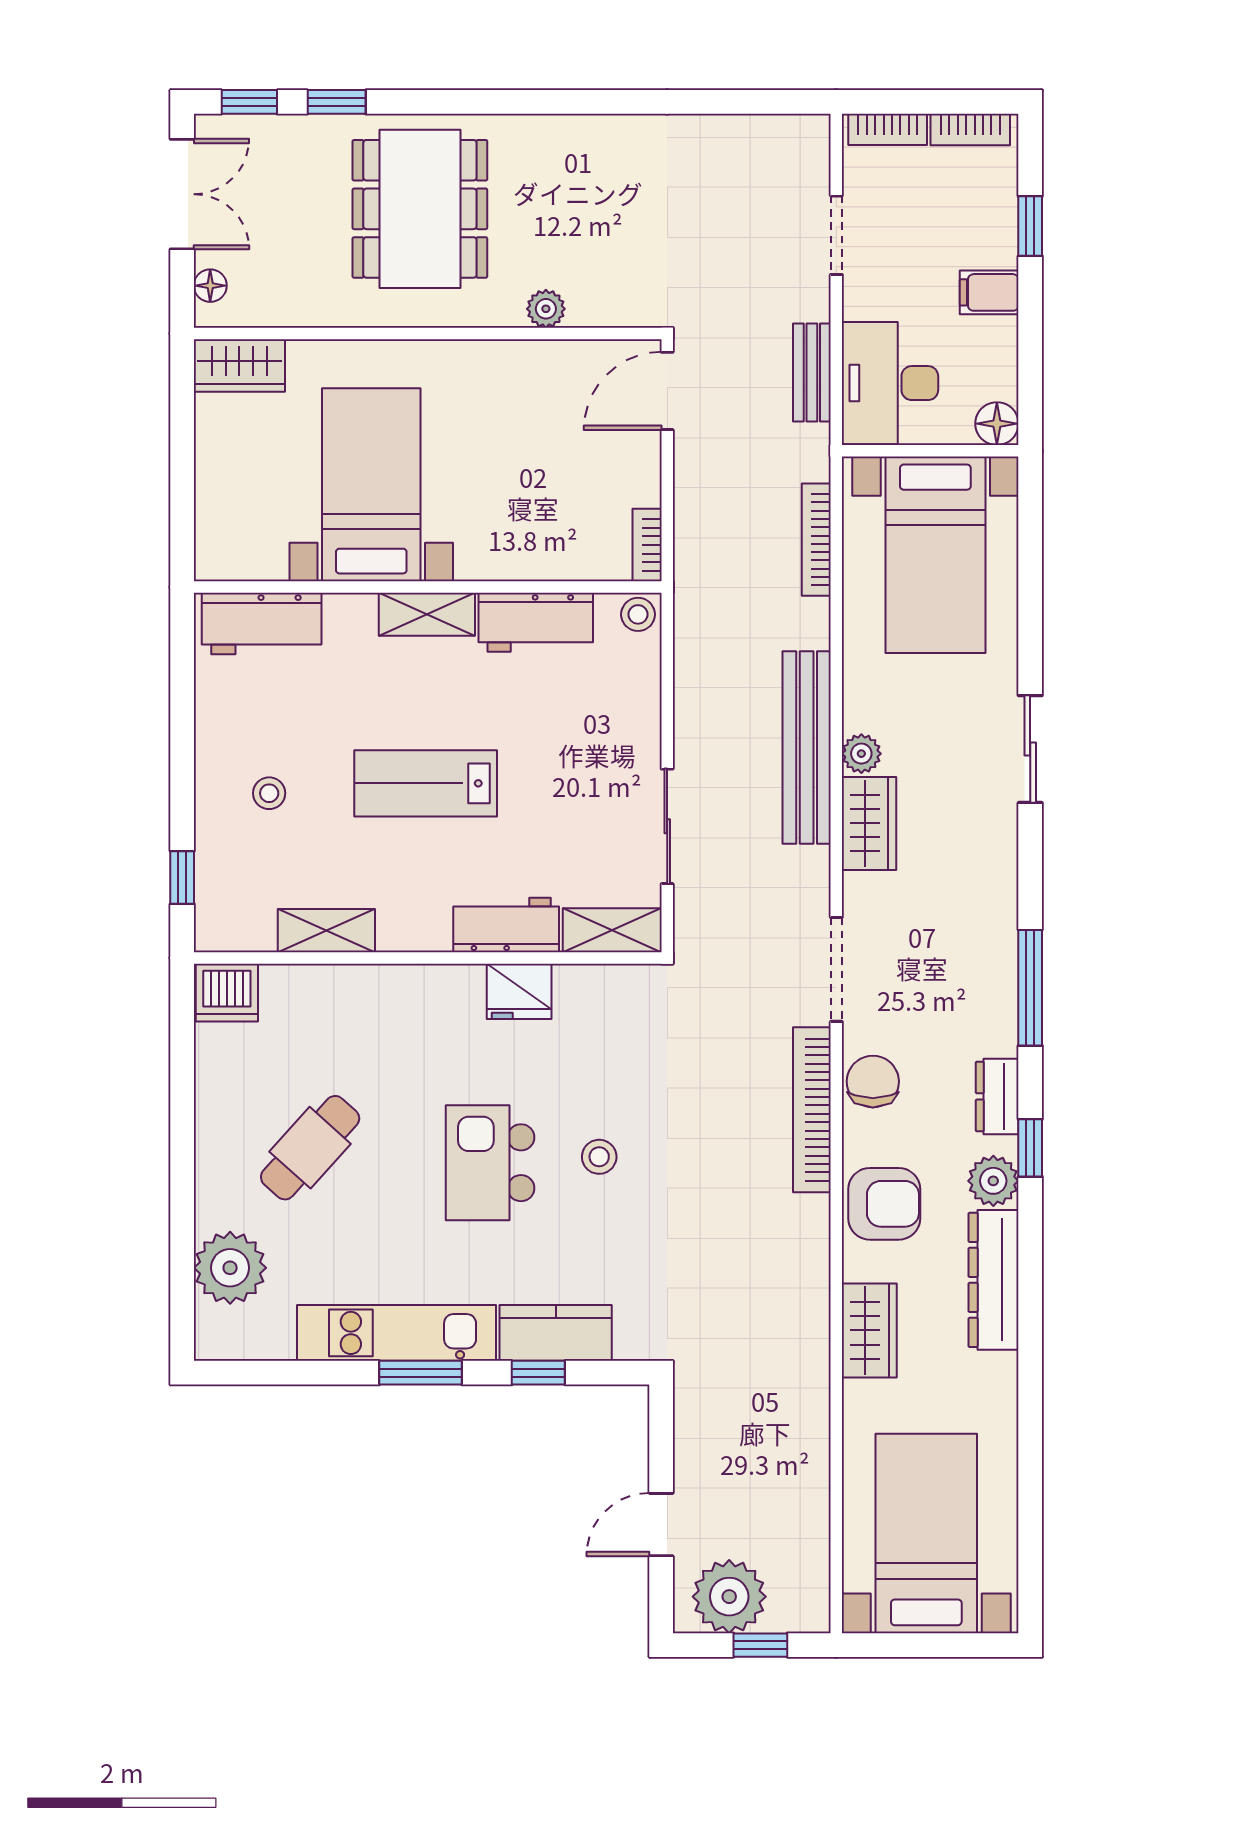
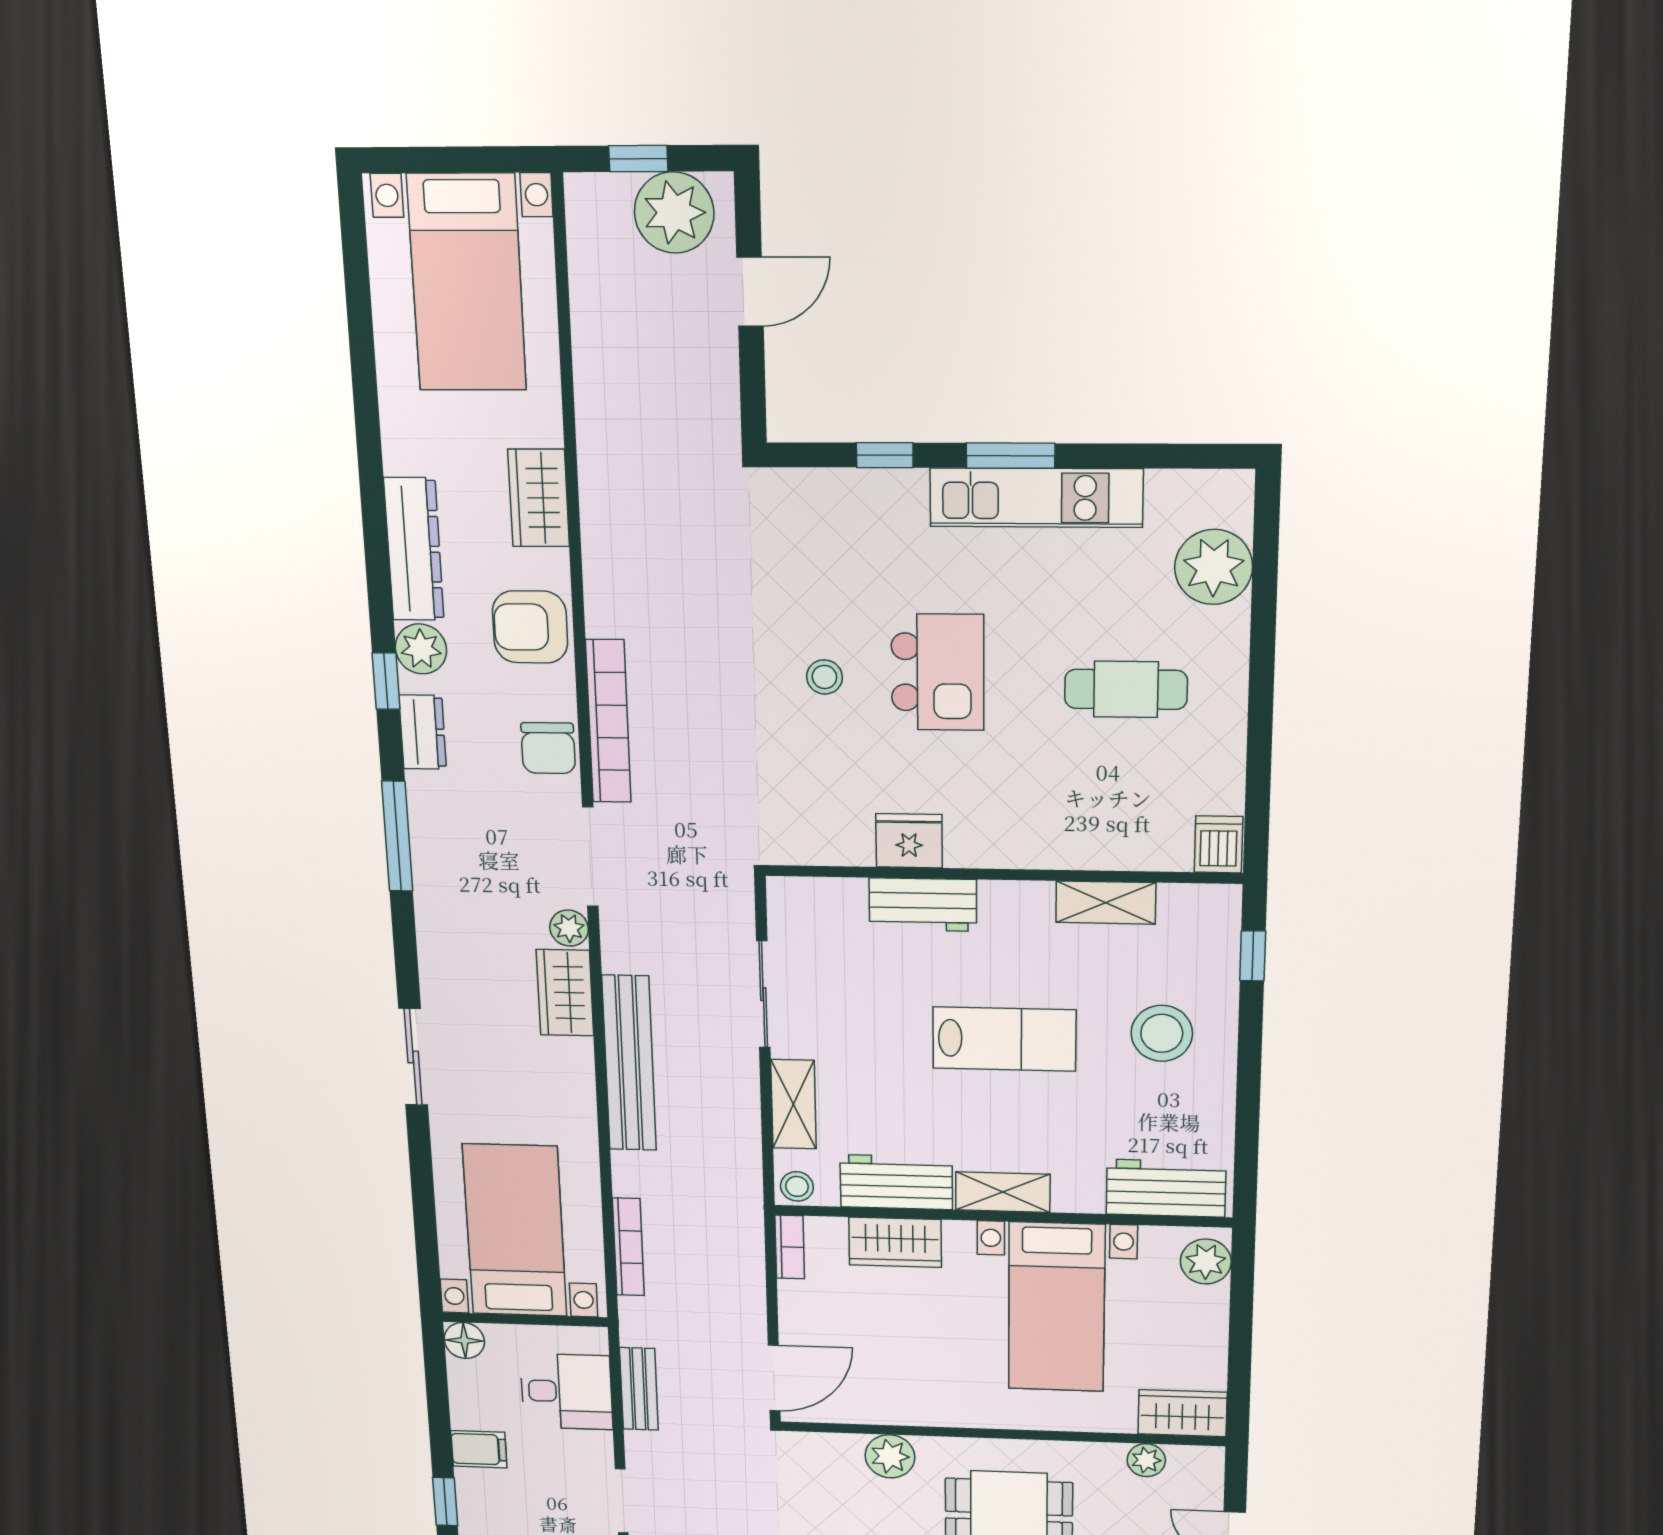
floor lamp: (210, 286) -> (1209, 1481), removed
plant: (276, 308) -> (1146, 1460), added
plant: (546, 309) -> (890, 1456), width x1.38, depth x1.38
desk: (890, 383) -> (566, 1391), width x0.73
plant: (220, 542) -> (1206, 1261), added
wardrobe: (538, 554) -> (895, 1242), added
plant: (861, 754) -> (569, 928), moved
stool: (269, 793) -> (1162, 1033), width x1.89, depth x1.89
shelving: (612, 930) -> (793, 1104), moved, turned 90
dishwasher: (227, 993) -> (1218, 844), width x0.73
cafe table: (310, 1148) -> (1126, 689), turned 48
kitchen counter: (556, 1333) -> (867, 497), removed

